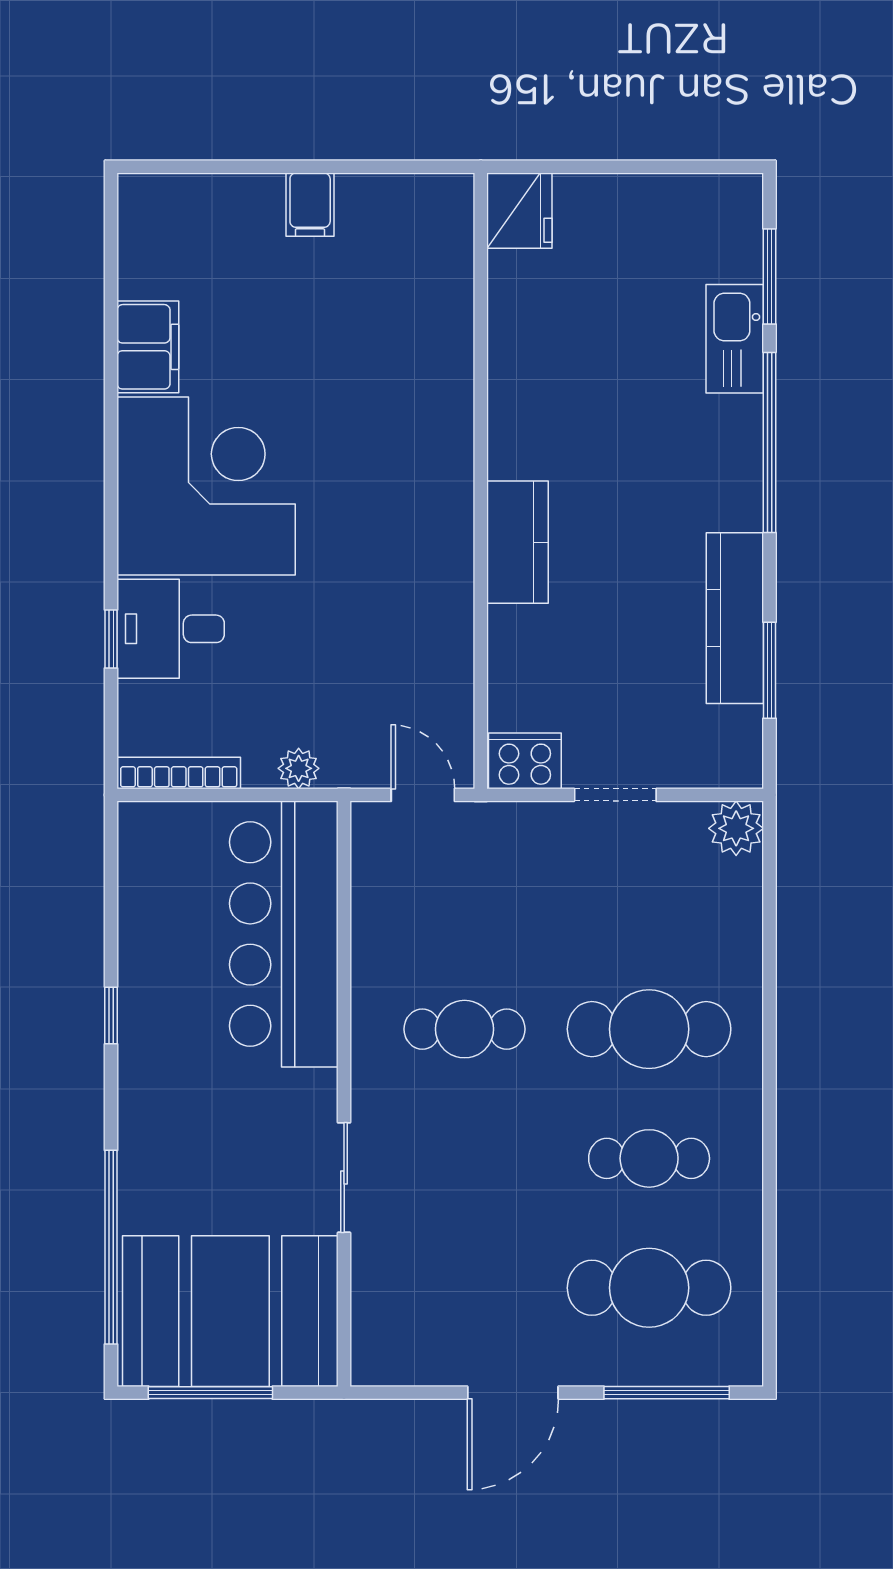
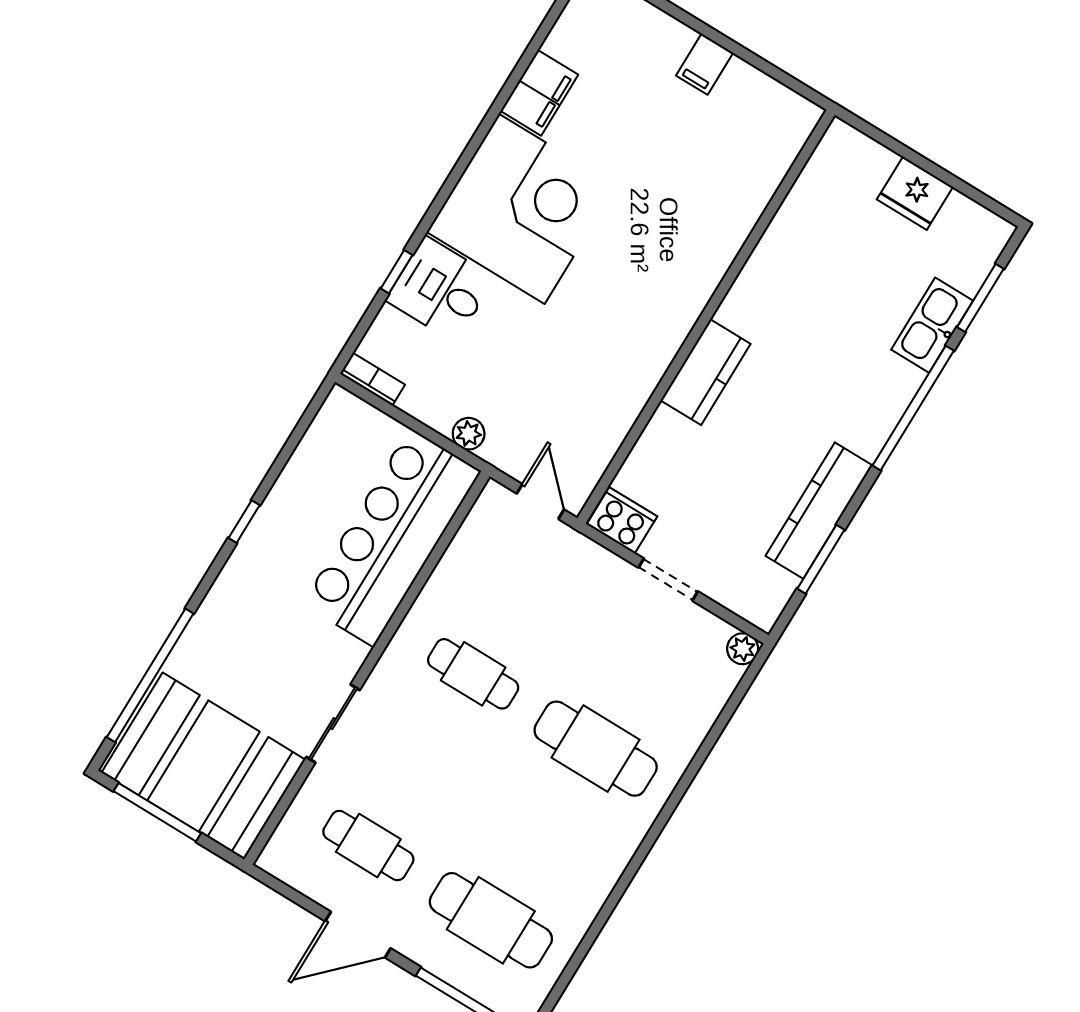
fridge: (519, 211) -> (915, 193), moved, turned 90
bookcase: (179, 773) -> (372, 379), width x0.64
plant: (736, 828) -> (743, 649), width x0.73, depth x0.73
cafe table: (649, 1158) -> (368, 845), moved

